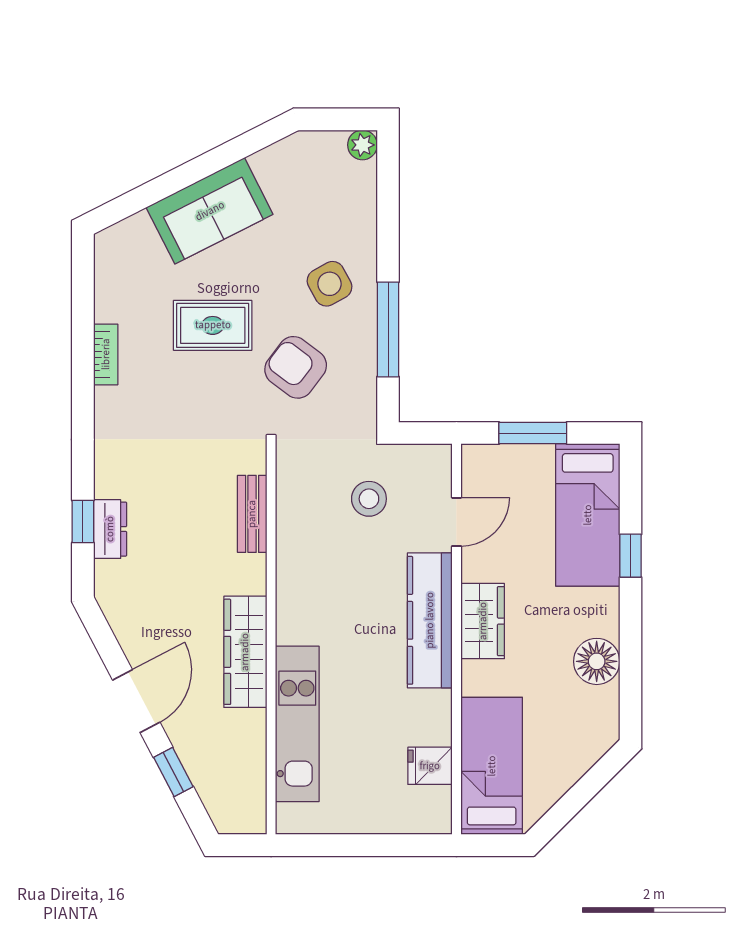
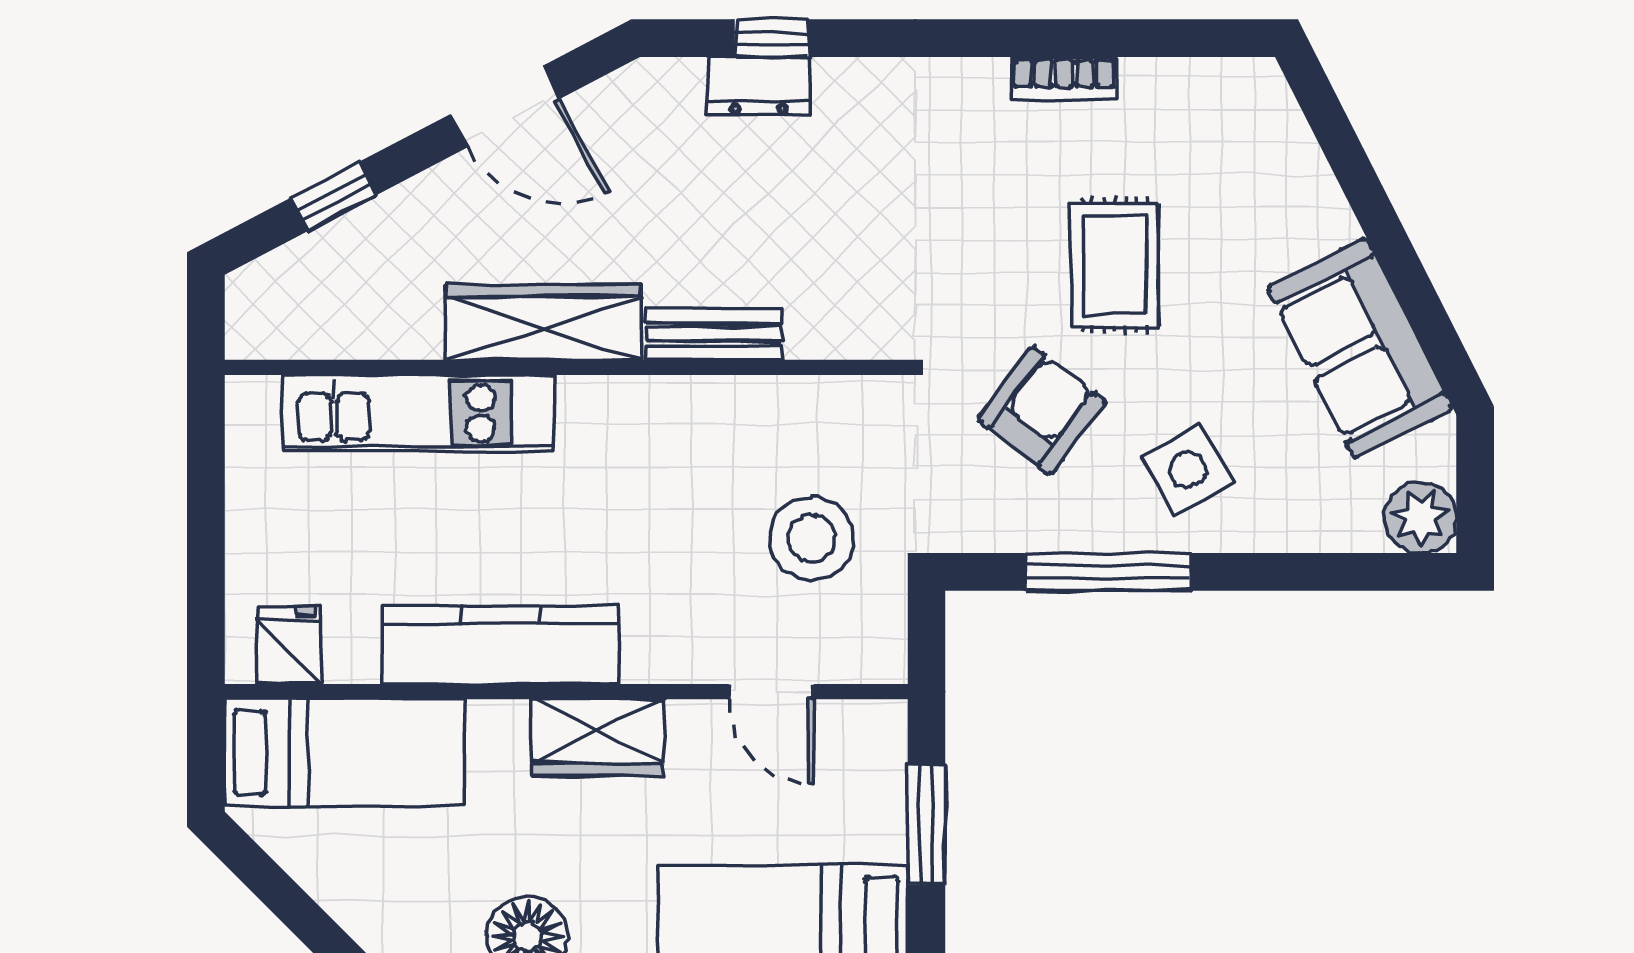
plant: (362, 145) -> (1421, 517), width x1.38, depth x1.38
sofa: (210, 211) -> (1360, 348), moved
stool: (369, 499) -> (812, 538), width x1.38, depth x1.38
bench: (252, 514) -> (714, 334), moved
kitchen counter: (430, 620) -> (500, 645), moved
door: (136, 701) -> (505, 106), moved
fridge: (430, 766) -> (288, 645), moved

